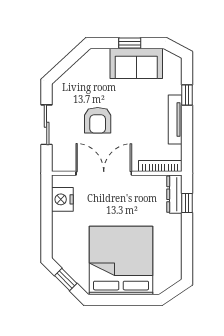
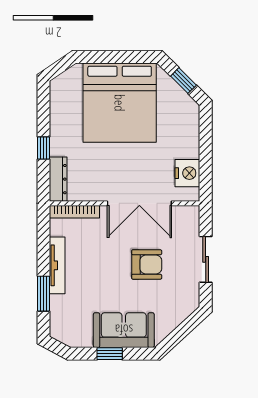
sofa: (136, 63) -> (124, 330), moved
window: (187, 95) -> (43, 294), width x1.50
armchair: (98, 120) -> (147, 264), turned 90
window: (187, 203) -> (43, 148), moved

